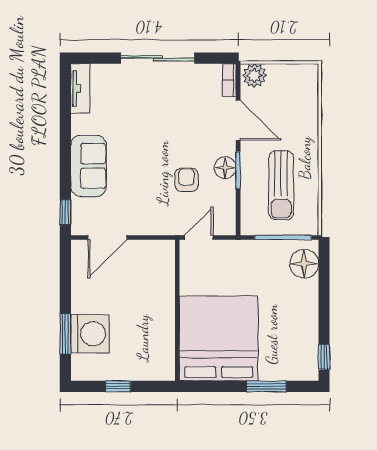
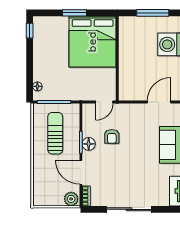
floor lamp: (304, 264) -> (37, 86), width x0.53, depth x0.53
window: (118, 386) -> (153, 13), width x2.17
window: (266, 386) -> (74, 13), moved

